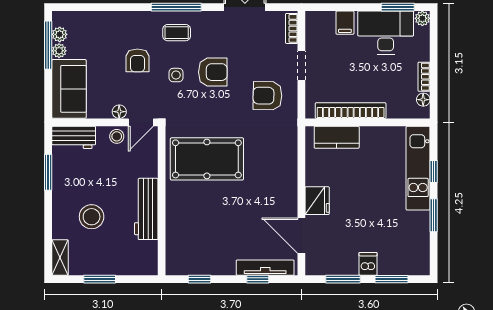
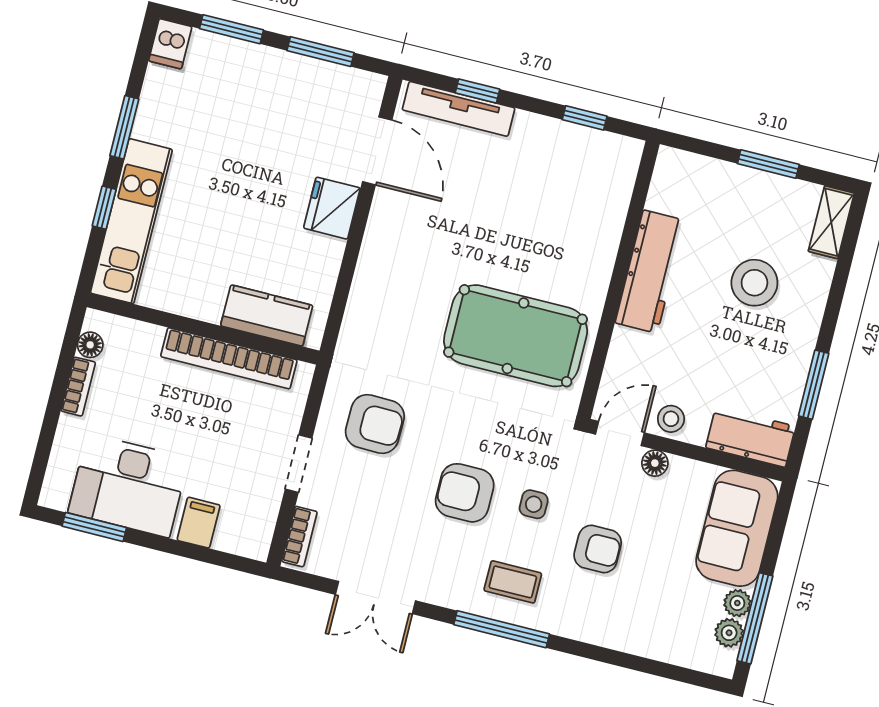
plant: (422, 18) -> (54, 495), removed
armchair: (137, 60) -> (598, 549), turned 90
dishwasher: (368, 264) -> (170, 44), moved

